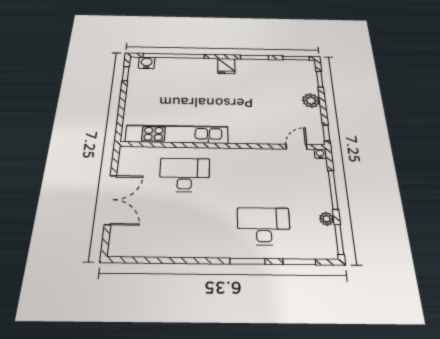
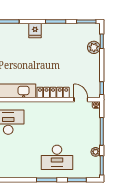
plant: (311, 101) -> (94, 47), moved
locker: (254, 137) -> (53, 92), added
door: (296, 147) -> (81, 100), hinge flipped
desk: (264, 226) -> (57, 157), turned 180

